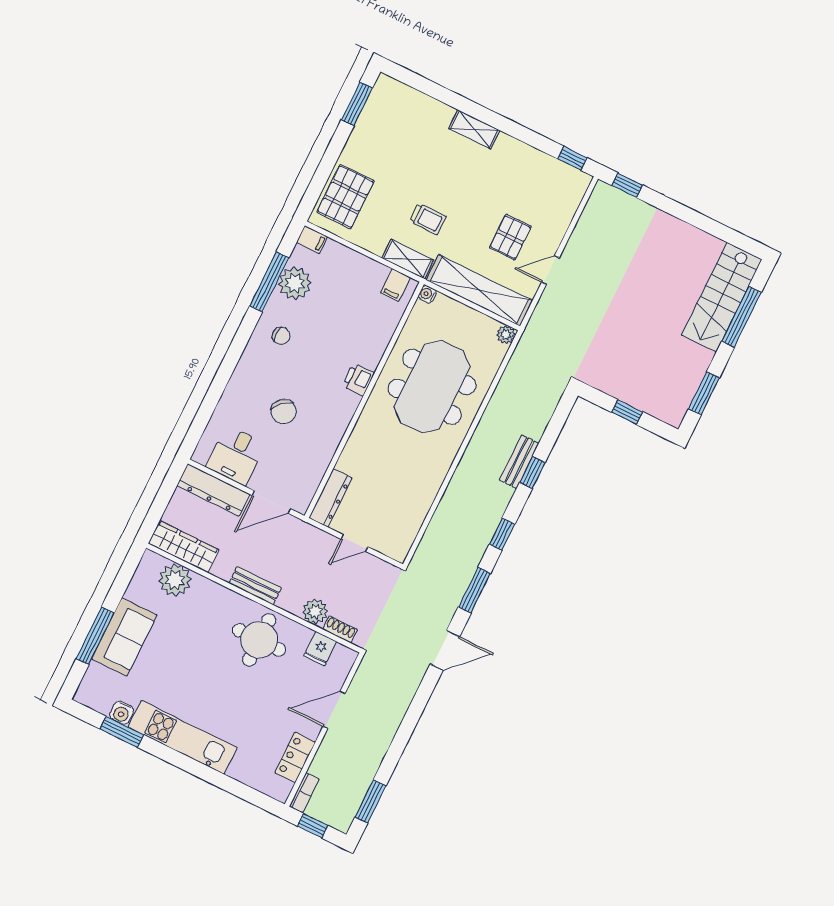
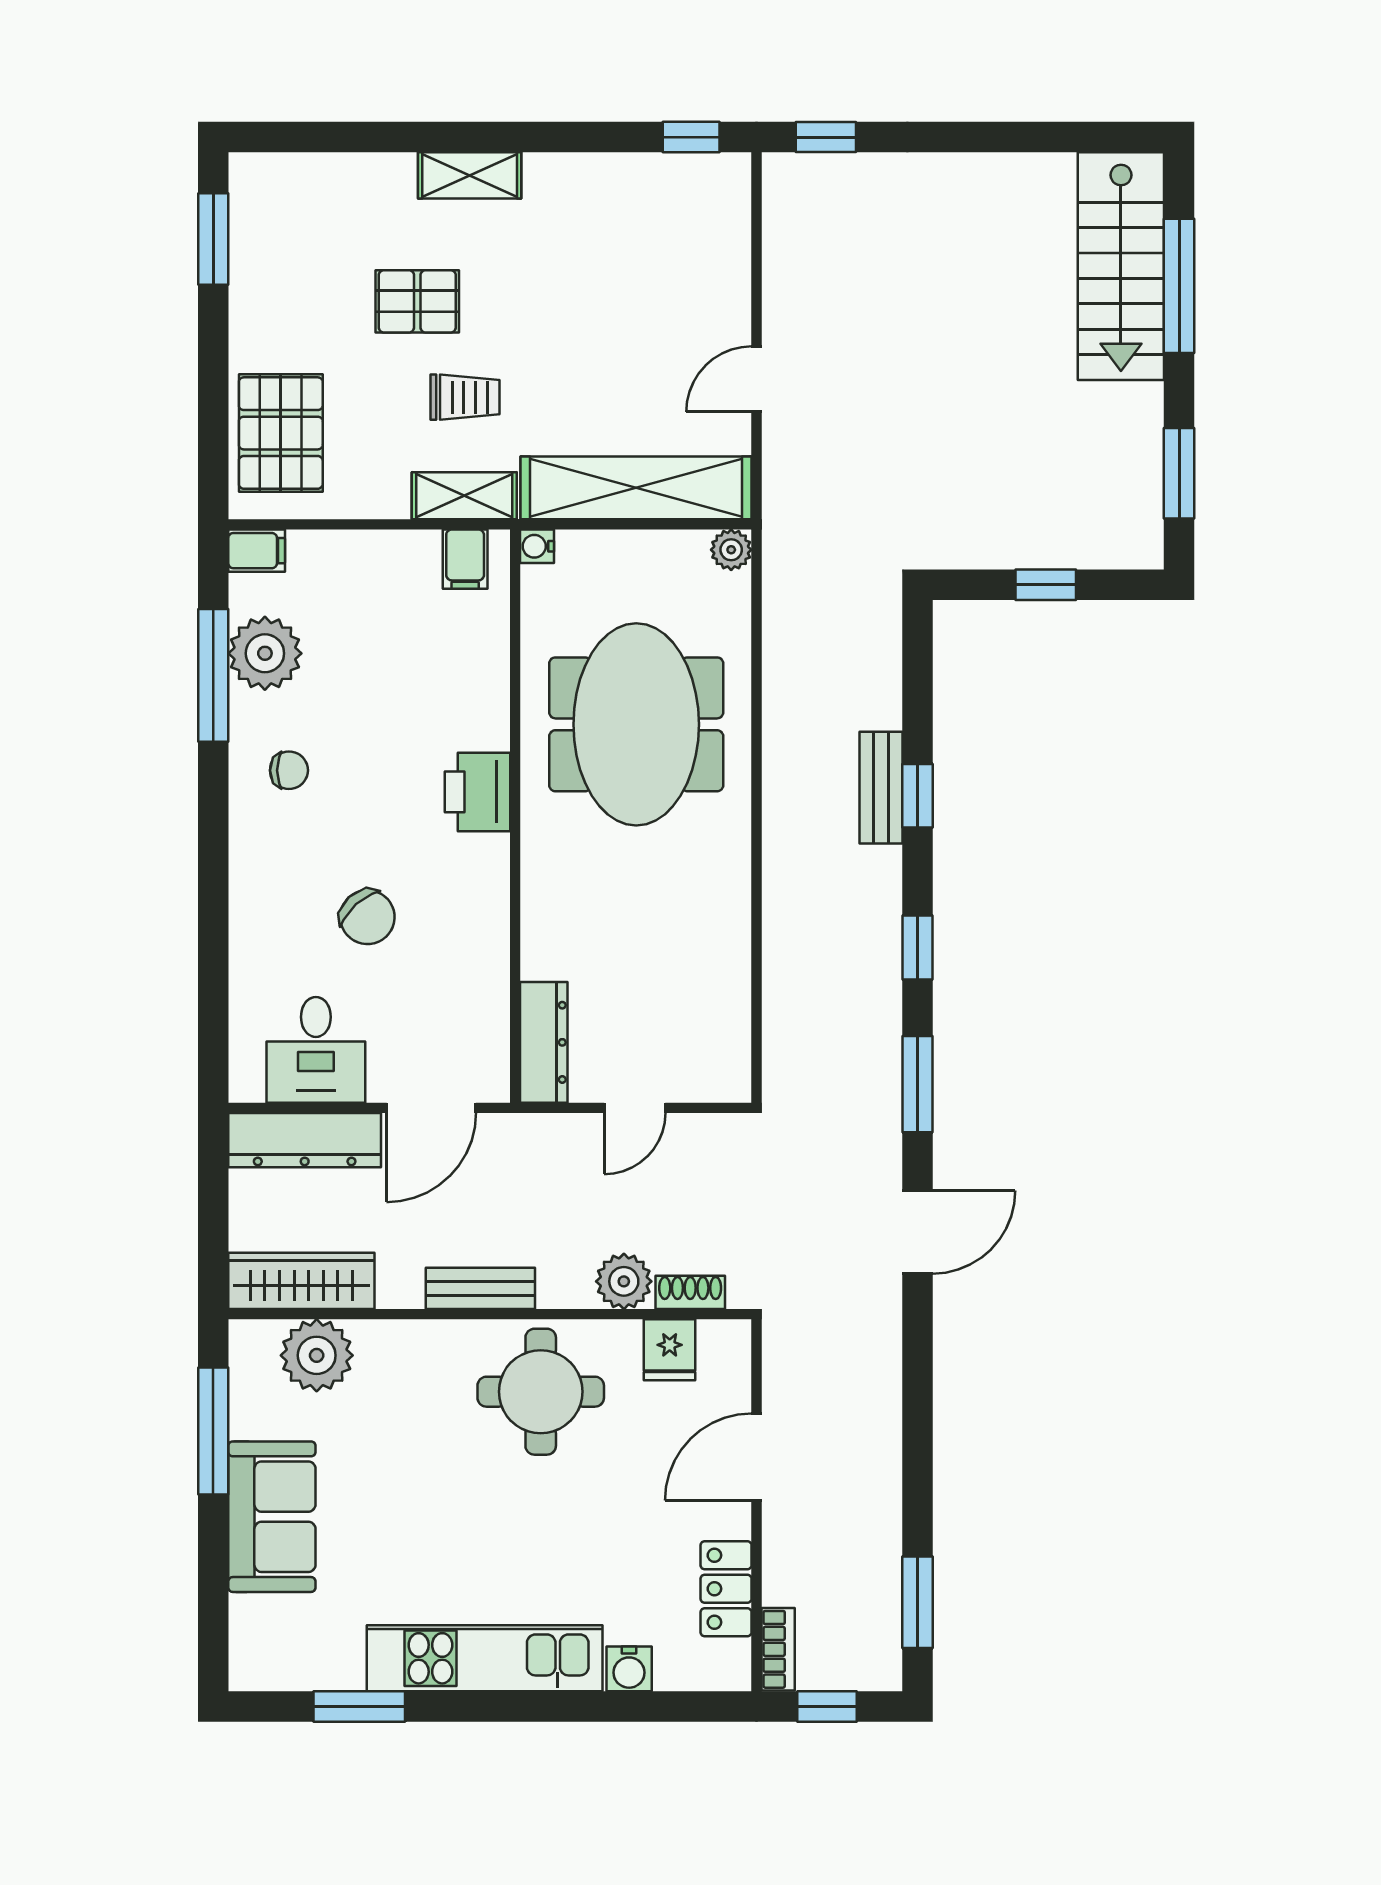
pallet: (510, 237) -> (417, 301), moved, turned 90
printer: (358, 379) -> (477, 792), width x1.36, depth x1.24
window: (95, 636) -> (213, 1431), moved
water cooler: (122, 713) -> (629, 1669), moved

